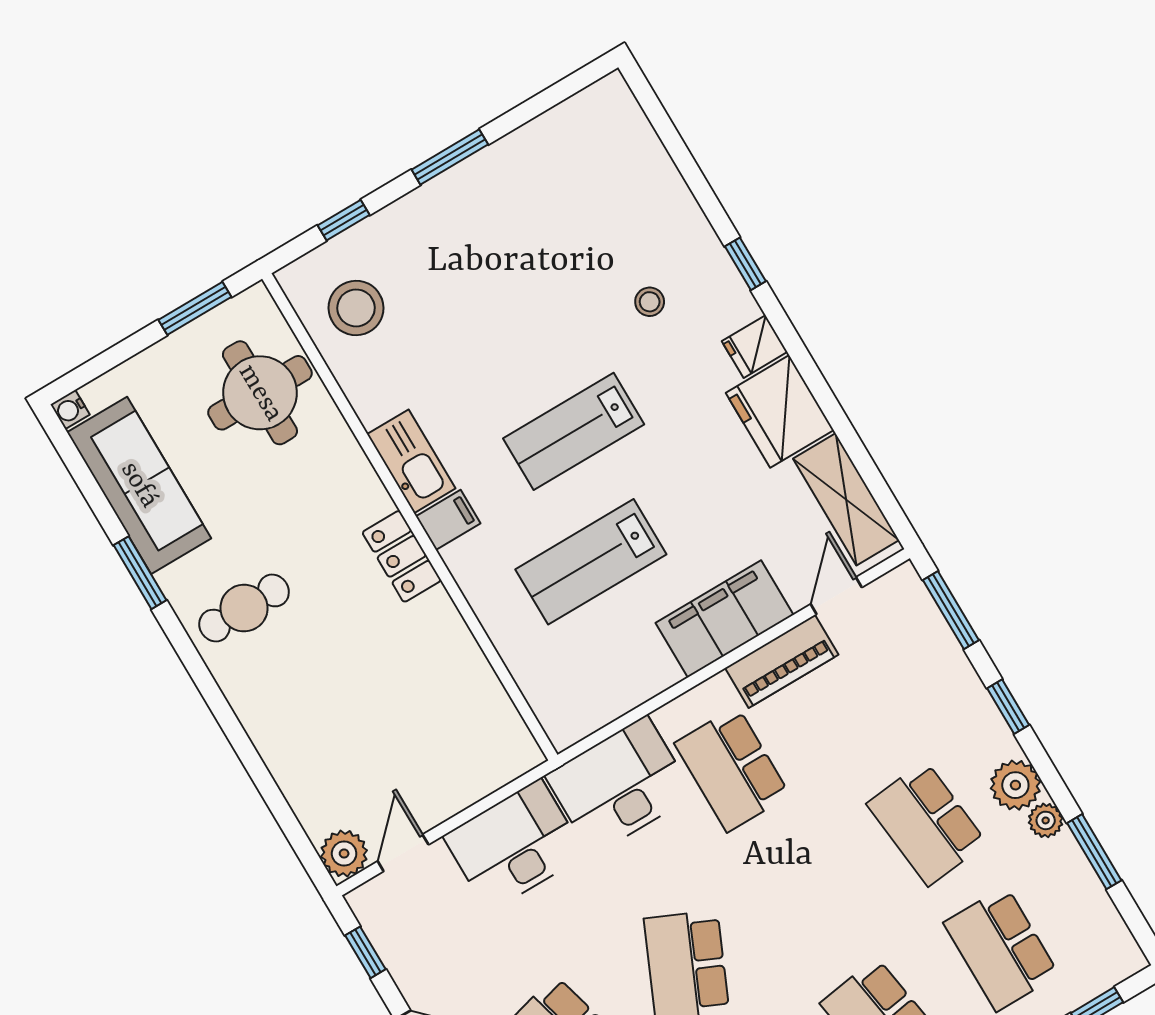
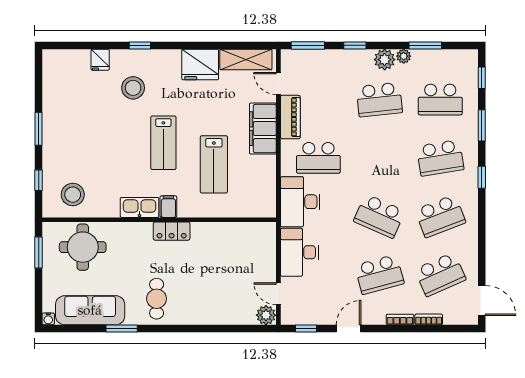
stool: (650, 302) -> (133, 88), width x1.89, depth x1.89
fridge: (755, 347) -> (100, 60), moved

